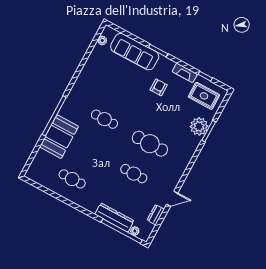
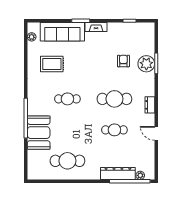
fireplace: (185, 73) -> (96, 27), moved
armchair: (159, 87) -> (123, 61), moved
rug: (204, 96) -> (52, 64), moved
cafe table: (72, 179) -> (67, 161), width x1.37, depth x1.35
door: (172, 199) -> (156, 133), swing flipped
dresser: (156, 215) -> (150, 105), moved

